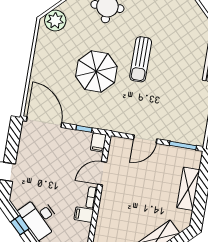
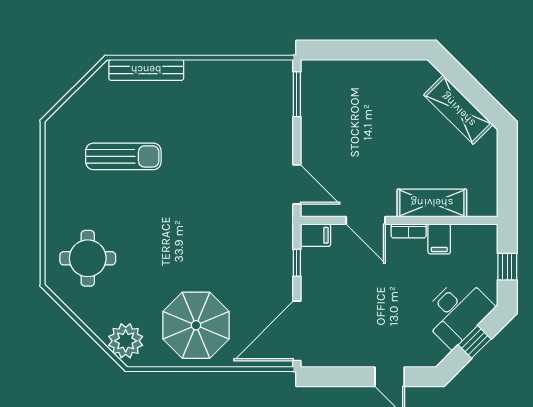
sun lounger: (141, 59) -> (123, 156), moved
parasol: (96, 71) -> (196, 325), moved
door: (145, 139) -> (297, 184), moved
shelving: (188, 189) -> (432, 203), moved

